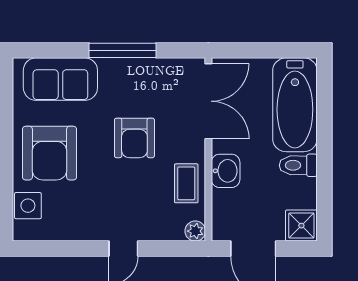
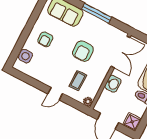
armchair: (50, 153) -> (45, 39), width x0.53, depth x0.53
coffee table: (186, 183) -> (78, 81), moved

